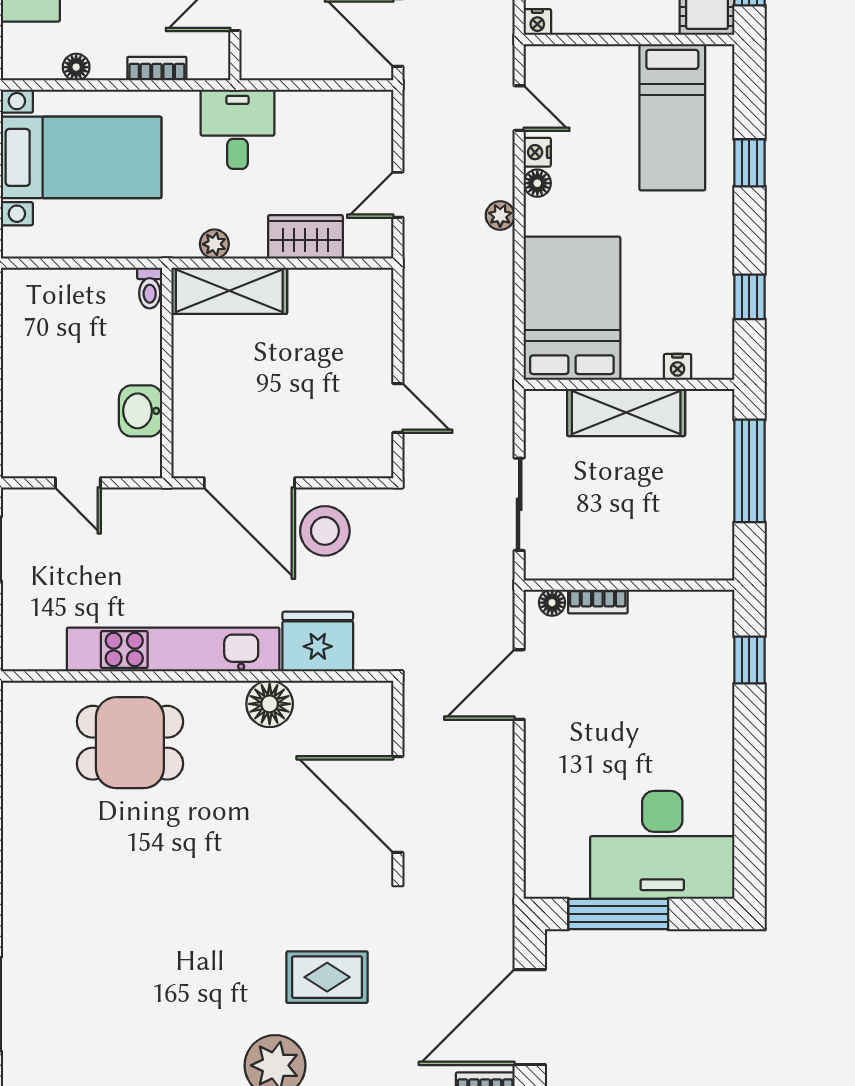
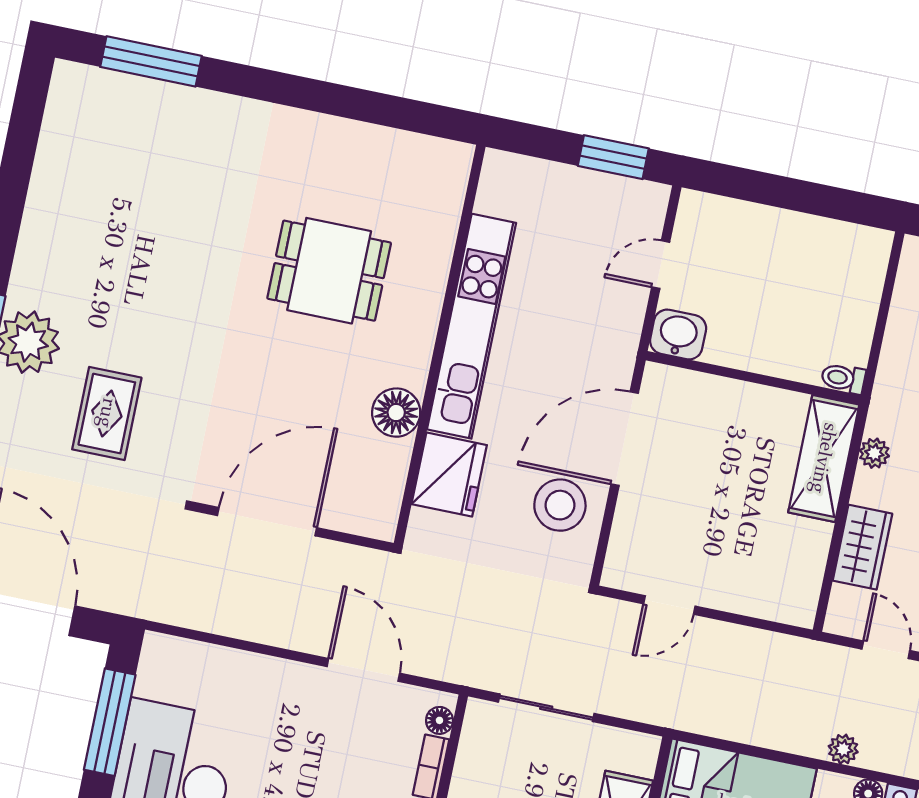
washbasin: (141, 411) -> (678, 334), moved
dining table: (130, 743) -> (329, 271), moved, turned 90

